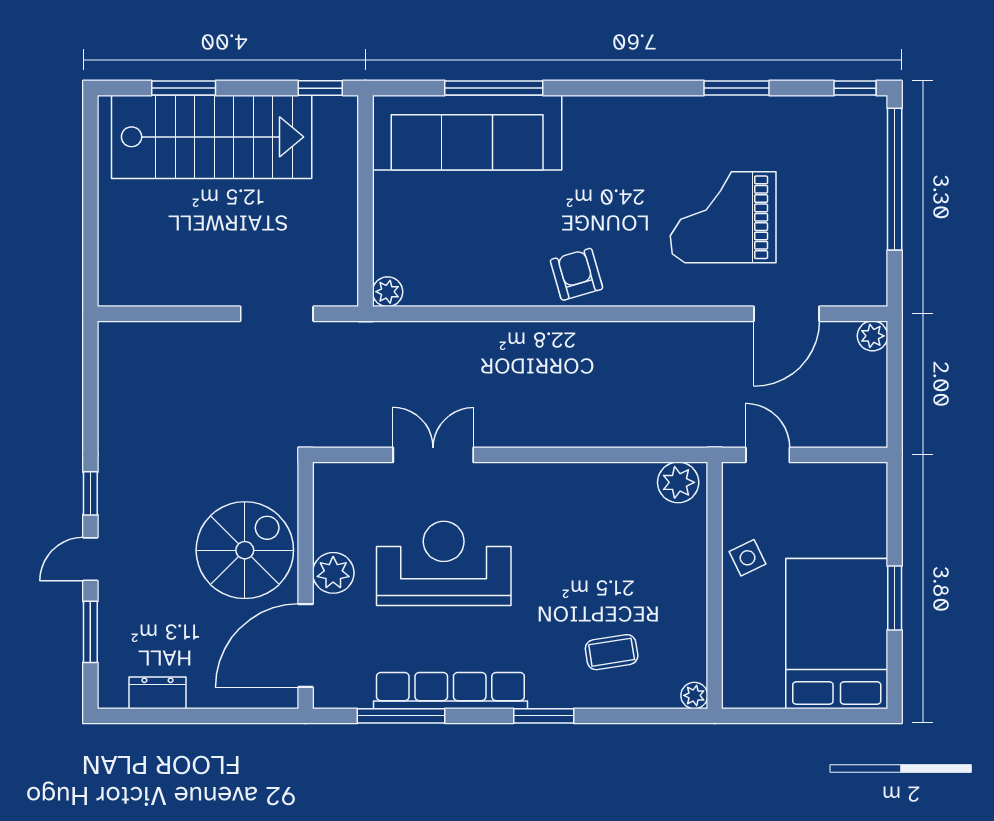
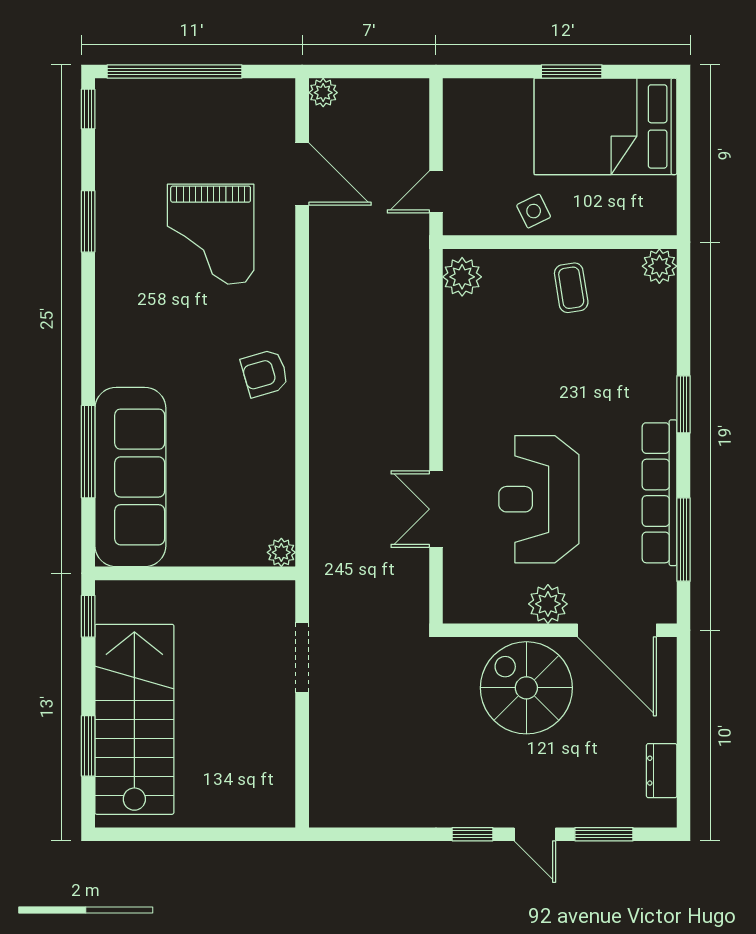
coffee table: (612, 652) -> (571, 288), moved
plant: (694, 695) -> (659, 266), width x1.38, depth x1.38

